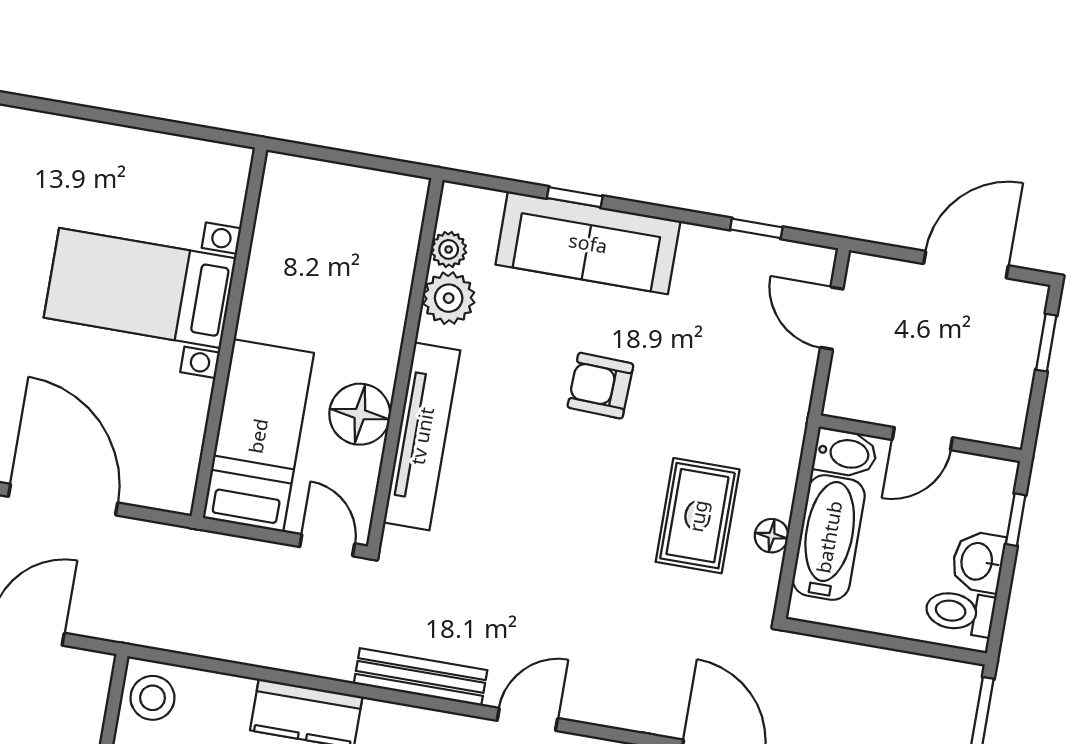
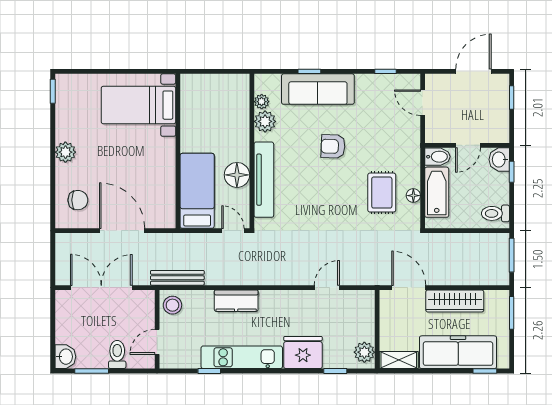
bed with nightstands: (140, 288) -> (138, 105), moved
washbasin: (978, 562) -> (499, 160), moved
bench: (421, 677) -> (177, 278), moved

